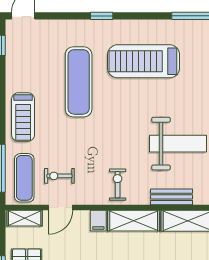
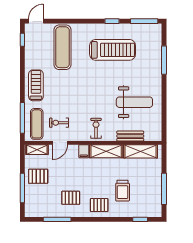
window: (102, 16) -> (112, 21), moved
treadmill: (144, 61) -> (113, 50), turned 180
exercise mat: (79, 82) -> (63, 47), moved
treadmill: (23, 117) -> (36, 85), turned 180

